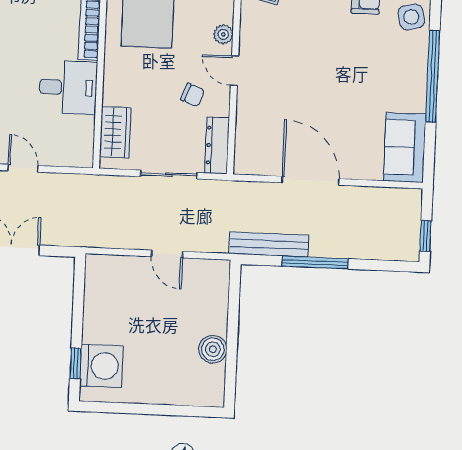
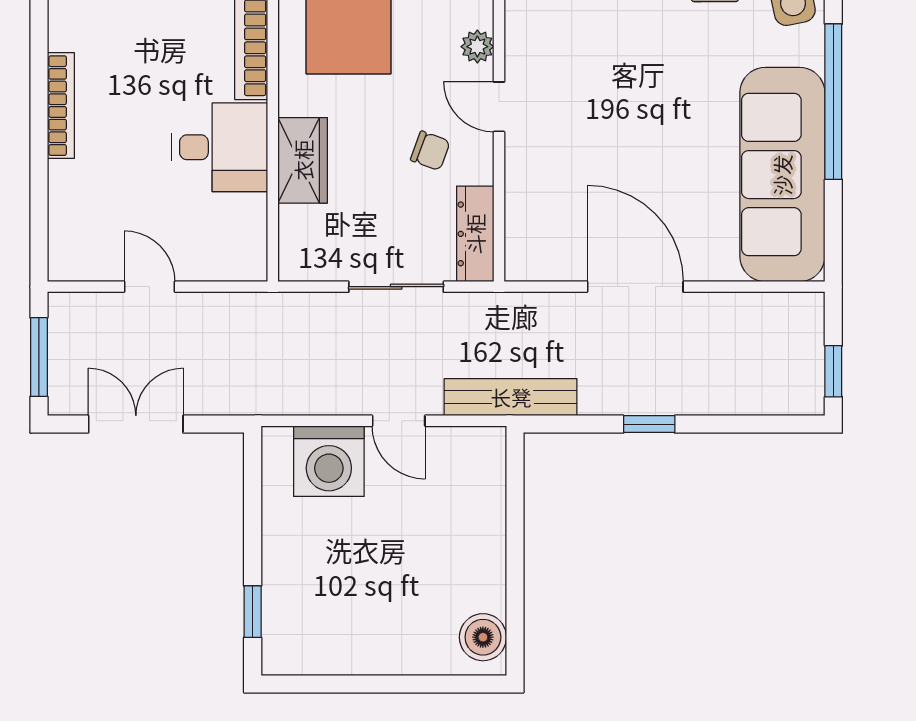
wardrobe: (115, 132) -> (303, 160), moved
sofa: (405, 147) -> (782, 175), width x1.85, depth x1.27
bench: (269, 244) -> (511, 397), moved
window: (315, 262) -> (649, 424), width x0.46
boiler: (213, 349) -> (483, 637), moved
washing machine: (101, 366) -> (329, 461), moved, turned 90

